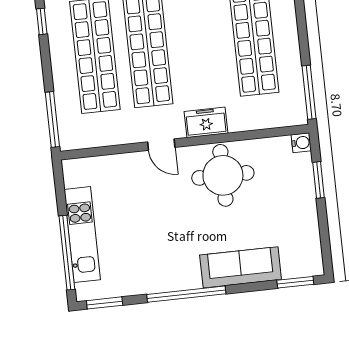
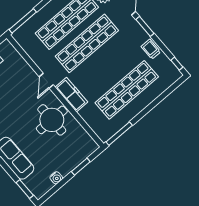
freezer: (206, 122) -> (71, 95), width x1.40
water cooler: (301, 143) -> (56, 178), moved

